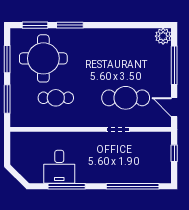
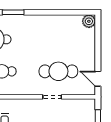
window: (174, 65) -> (98, 45), removed

